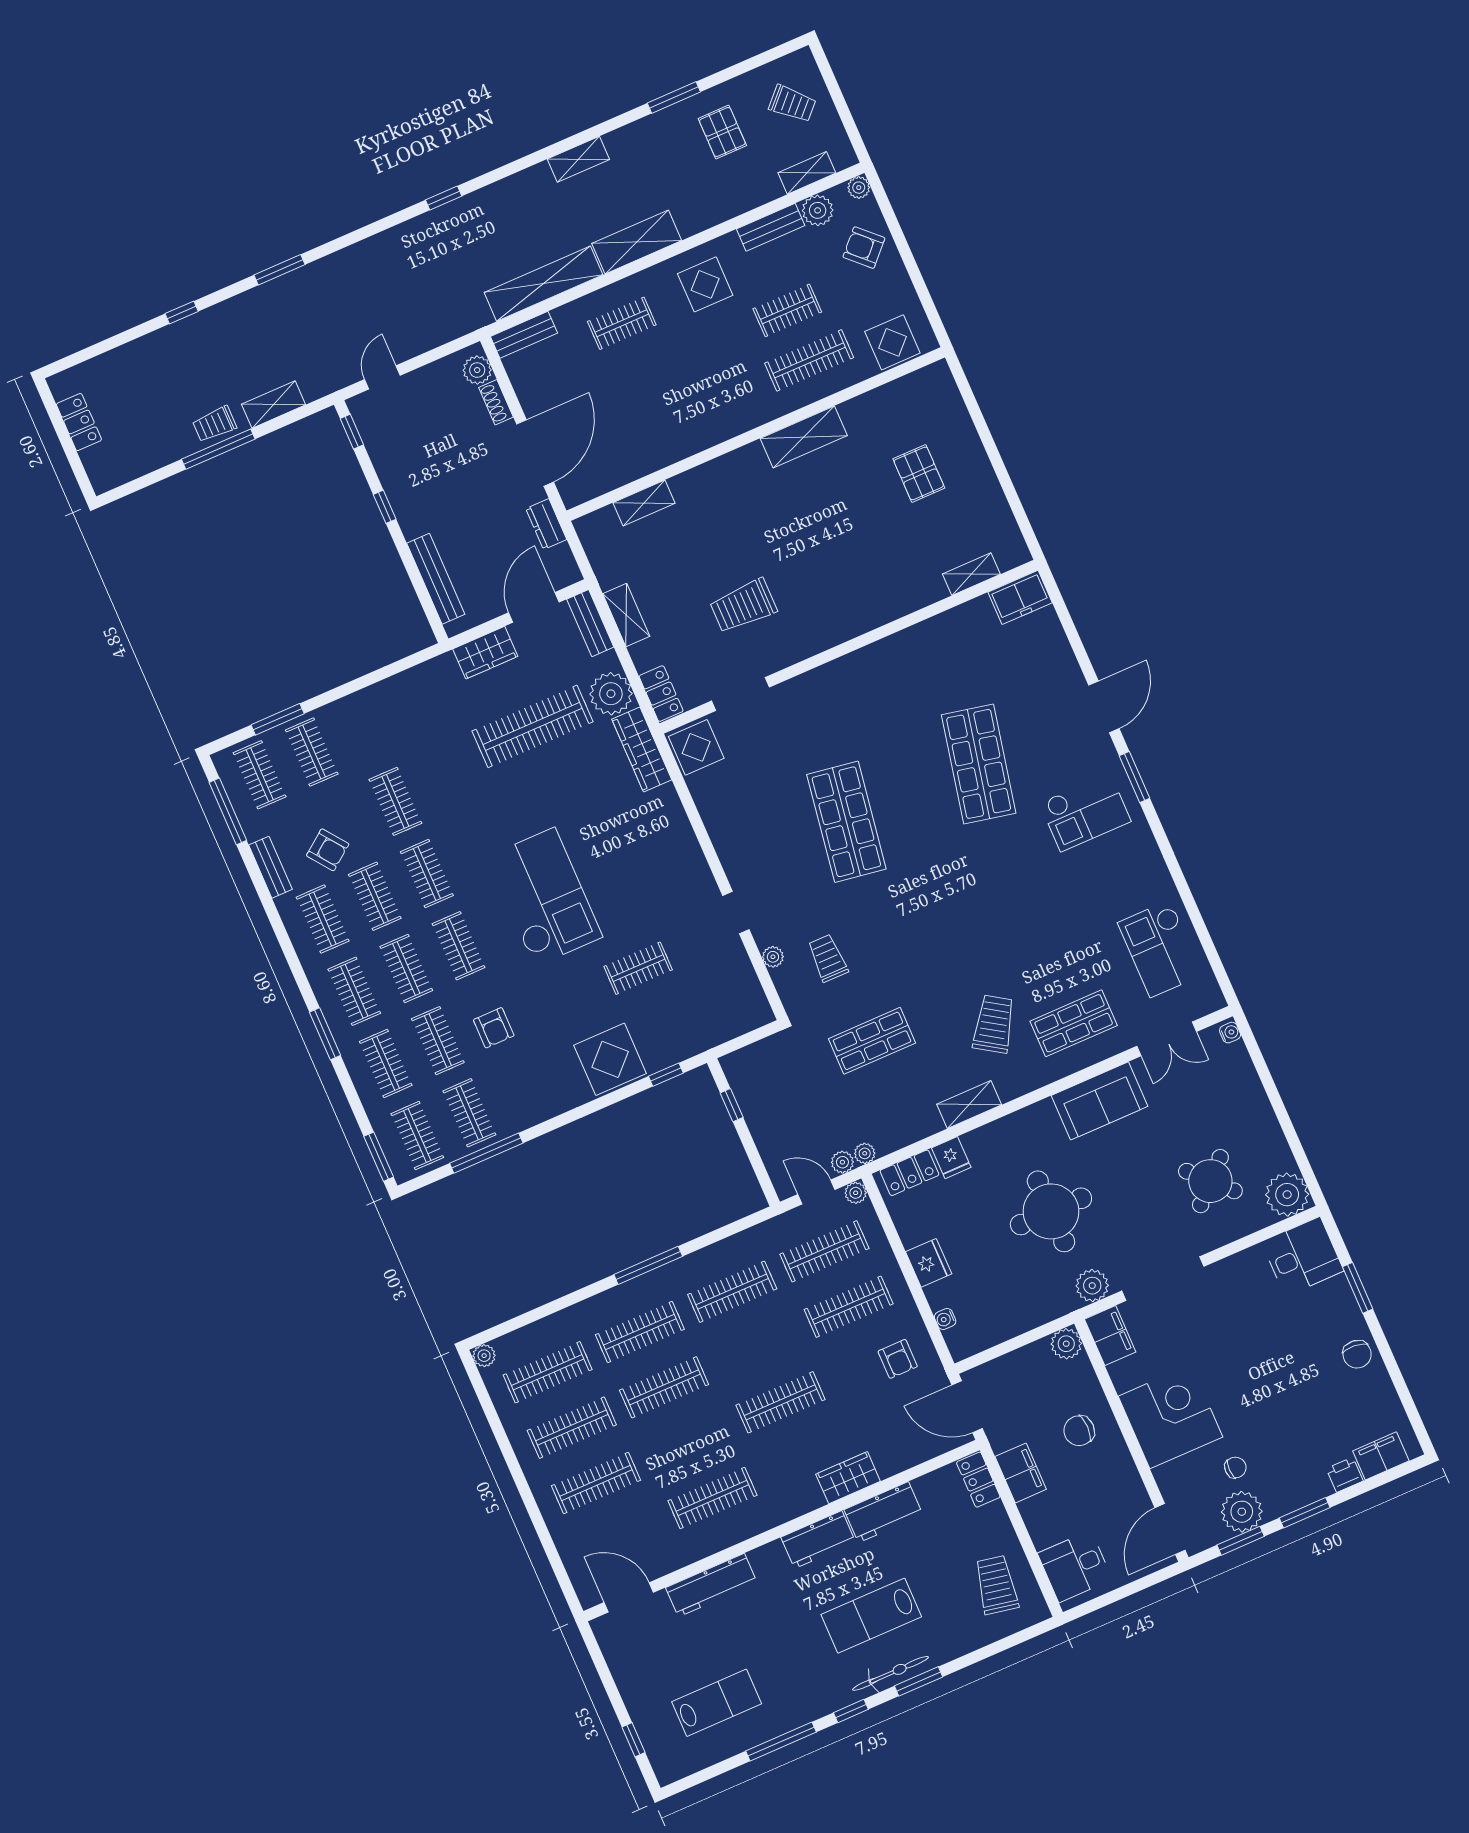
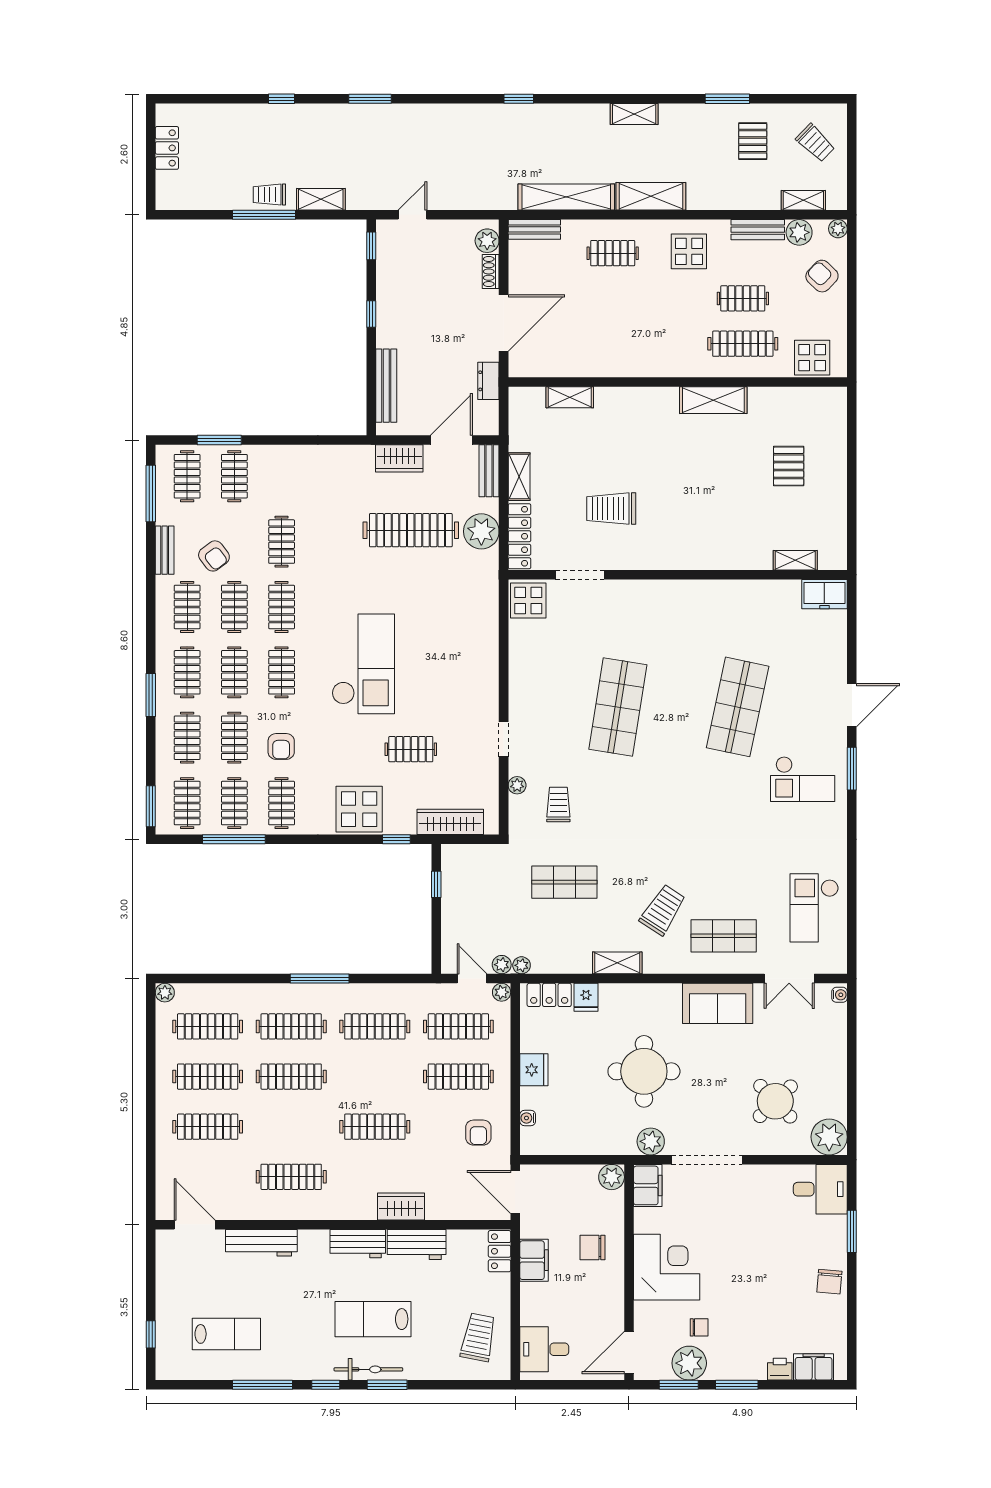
locker: (661, 694) -> (519, 536), width x1.53
wardrobe: (642, 749) -> (450, 822), moved, turned 90
clothes rail: (521, 1090) -> (282, 803), added

